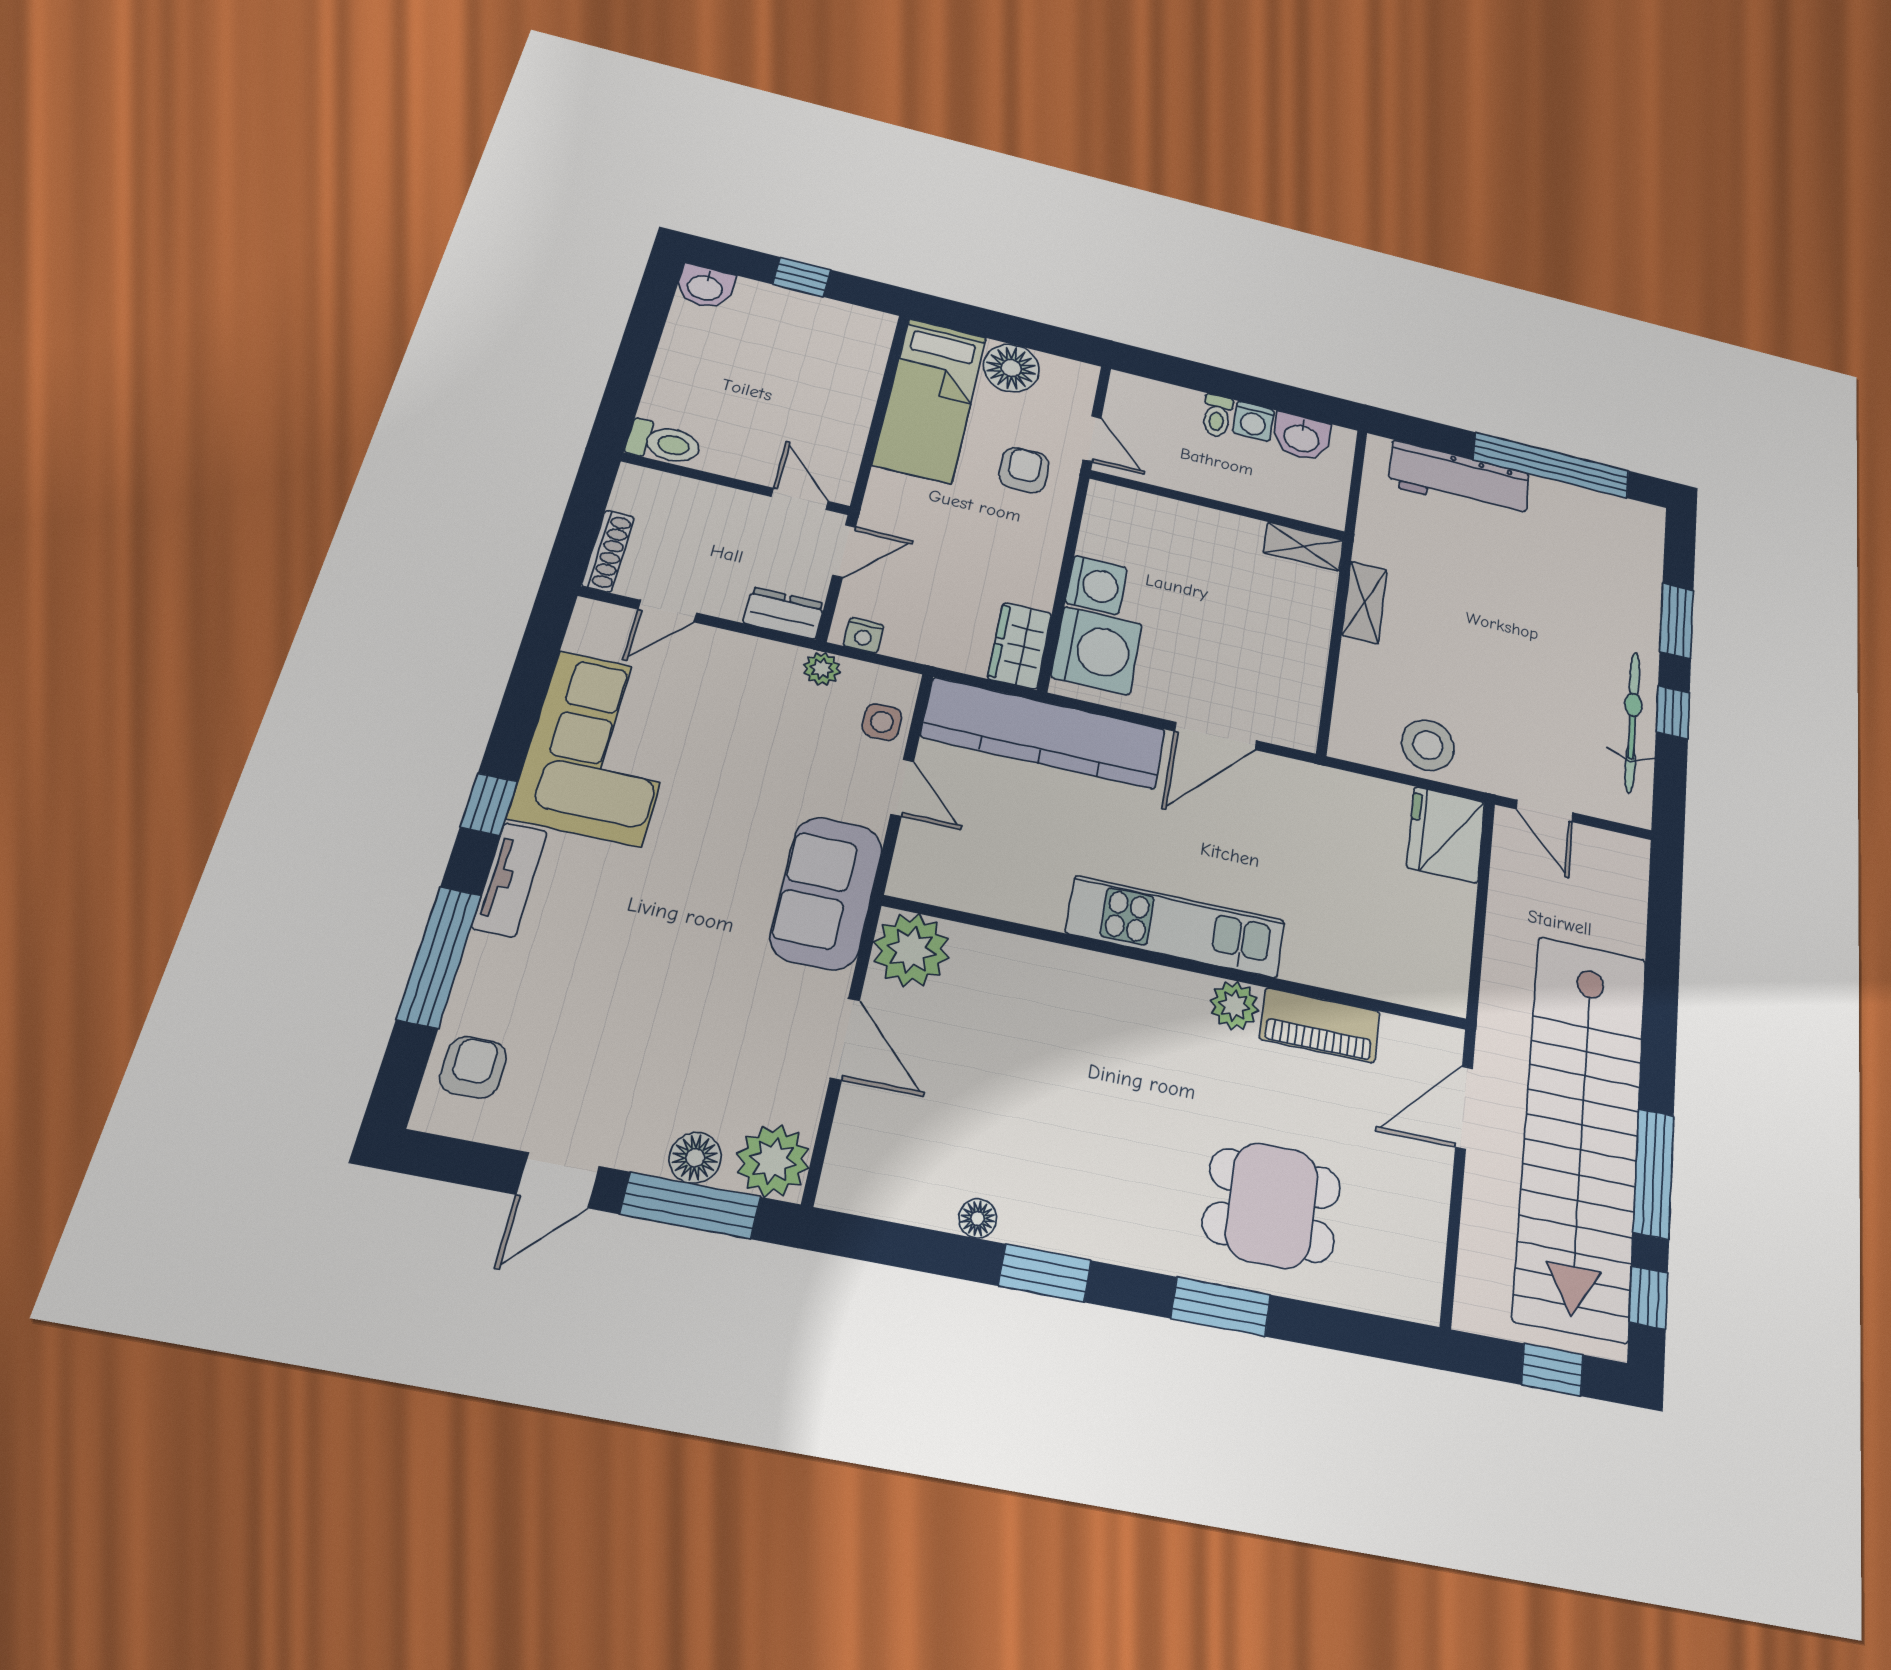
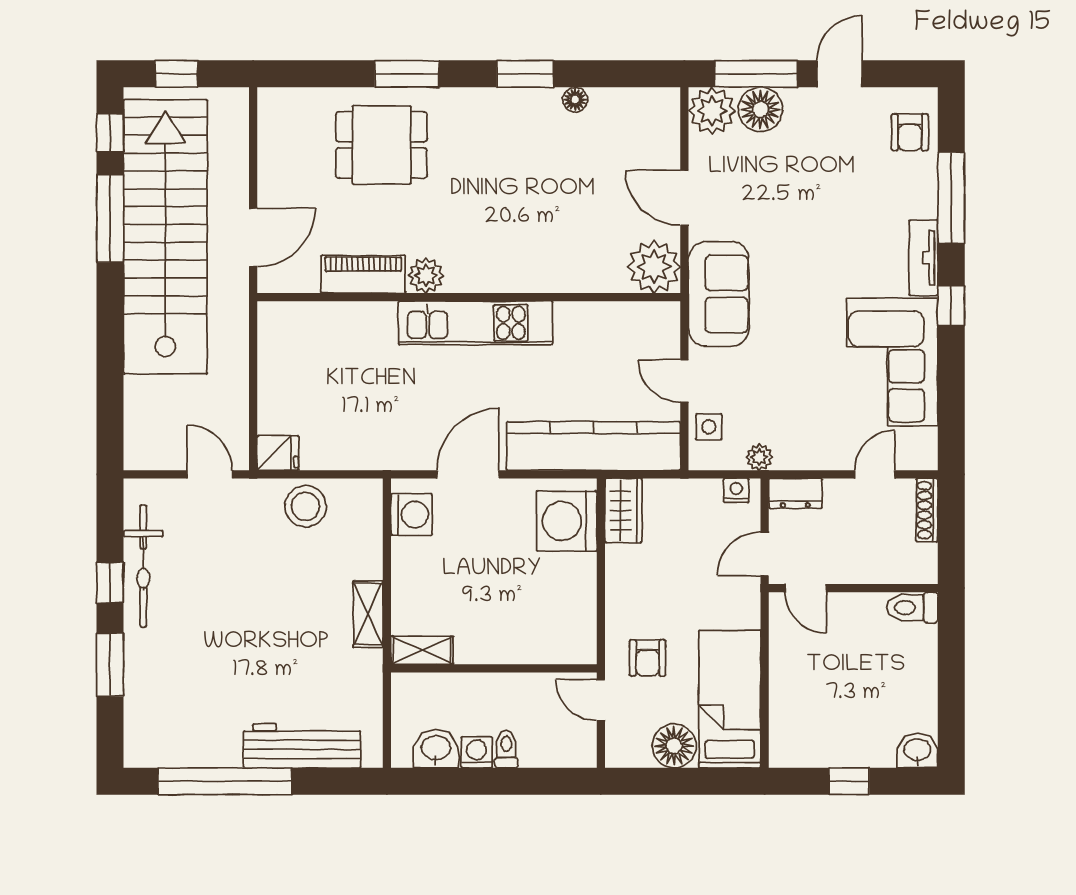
washing machine: (1096, 585) -> (412, 515), moved, turned 180
fridge: (1446, 835) -> (278, 453), width x0.53, depth x0.75
floor lamp: (695, 1158) -> (761, 109), width x1.38, depth x1.38

